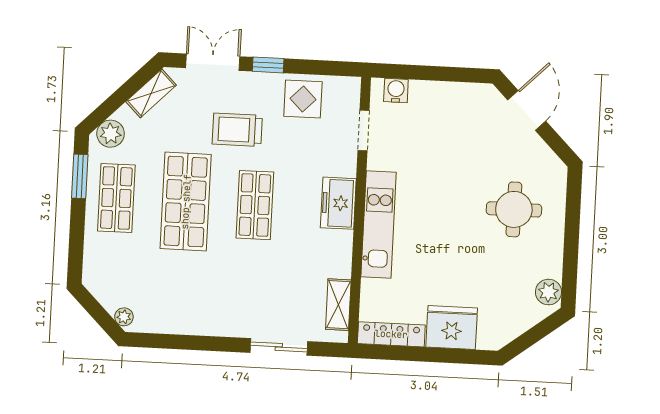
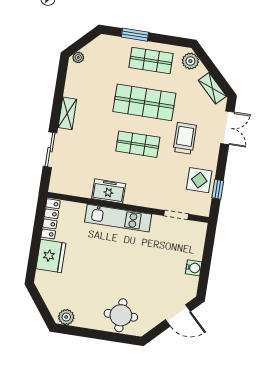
window: (268, 65) -> (218, 189), moved
water cooler: (396, 90) -> (194, 268), moved
window: (80, 176) -> (135, 35), moved
freezer: (338, 203) -> (109, 191), moved
round table: (514, 209) -> (121, 315), moved
shelving: (338, 305) -> (67, 113), moved, turned 90

